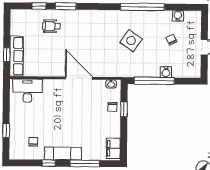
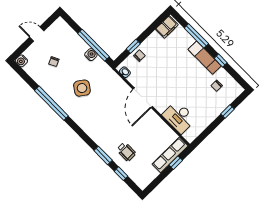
water cooler: (178, 16) -> (21, 61), moved
water cooler: (166, 72) -> (91, 55), moved
desk: (27, 91) -> (179, 117), moved

